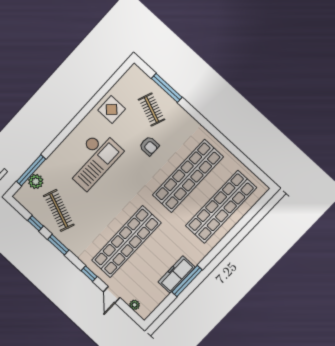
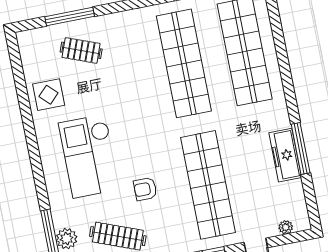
armchair: (149, 146) -> (145, 189), moved, turned 180
checkout: (93, 160) -> (89, 156), turned 180

